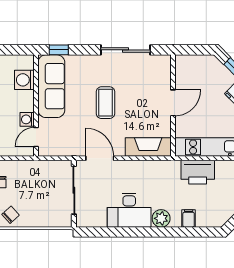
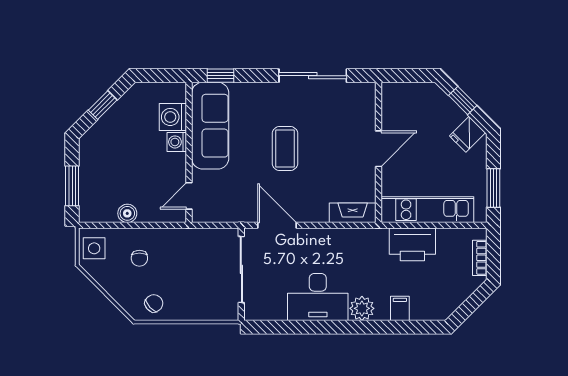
washing machine: (27, 119) -> (177, 142), moved
fireplace: (148, 147) -> (353, 213), width x0.73, depth x0.76

